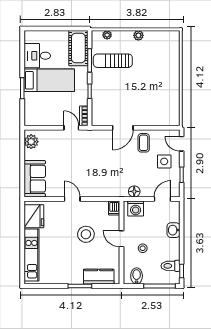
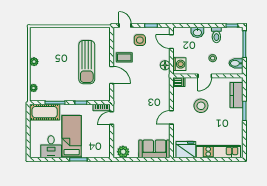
sun lounger: (113, 61) -> (87, 62), moved, width x1.36, depth x1.34
door: (182, 144) -> (125, 25), swing flipped
toilet: (170, 266) -> (216, 35), moved

